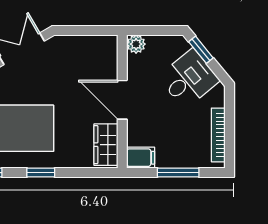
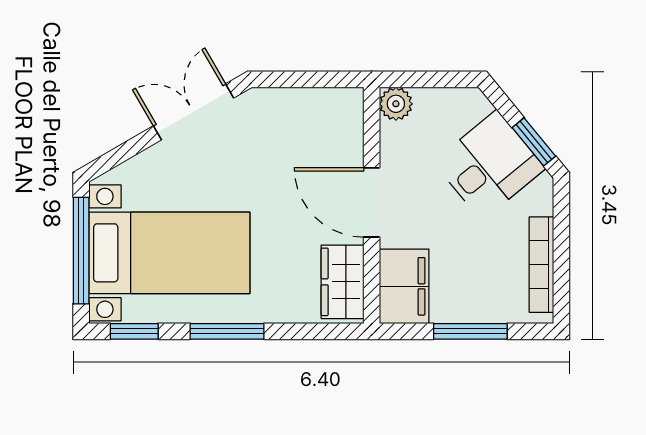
window: (201, 50) -> (534, 142), moved
filing cabinet: (141, 158) -> (404, 286), width x2.00
window: (41, 173) -> (227, 331), width x1.50

